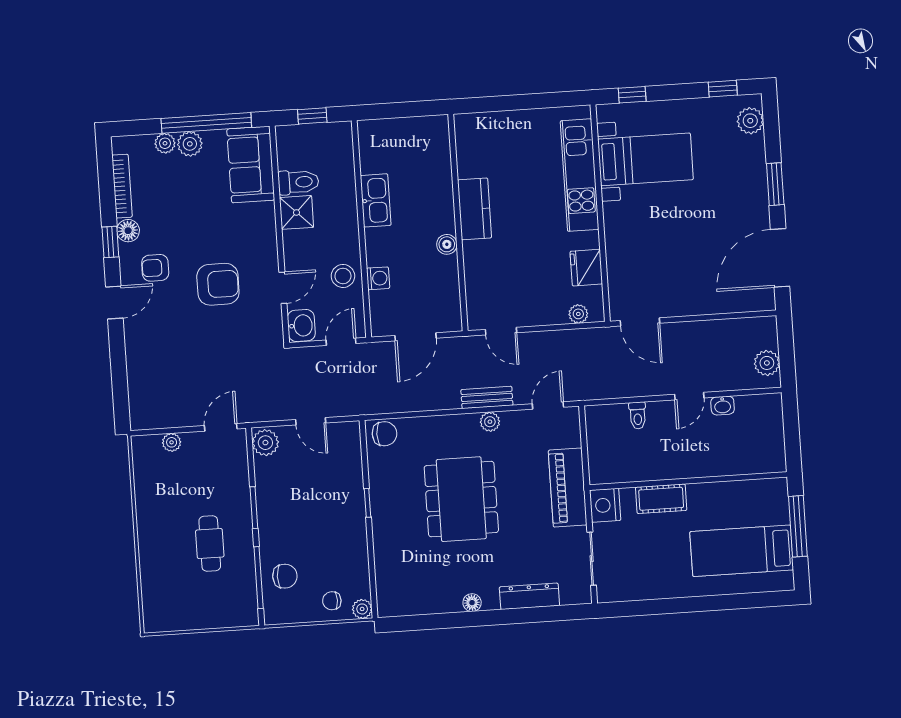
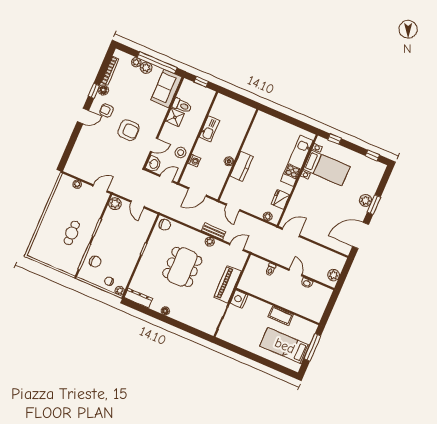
plant: (750, 121) -> (365, 200), moved
kitchen counter: (475, 209) -> (242, 166), moved
door: (640, 322) -> (291, 232), swing flipped
door: (689, 396) -> (295, 272), swing flipped
cot: (661, 499) -> (281, 316), moved
dresser: (529, 596) -> (138, 298), moved

